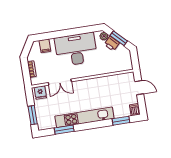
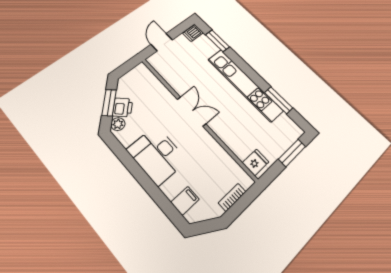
desk: (76, 49) -> (157, 155), width x0.73, depth x0.77
double door: (60, 82) -> (191, 111), moved

